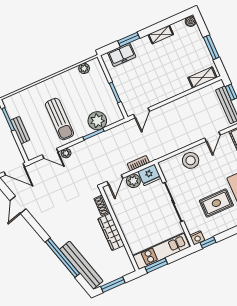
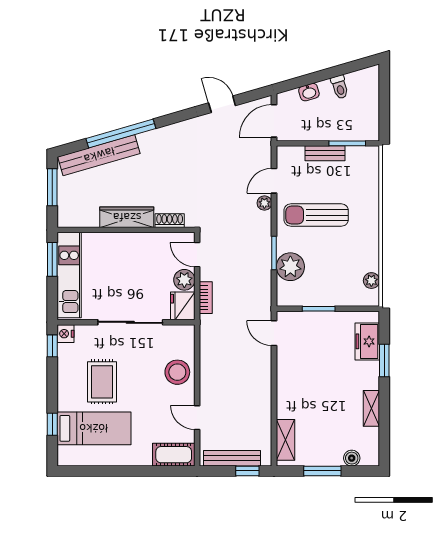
boiler: (191, 21) -> (352, 458), moved

